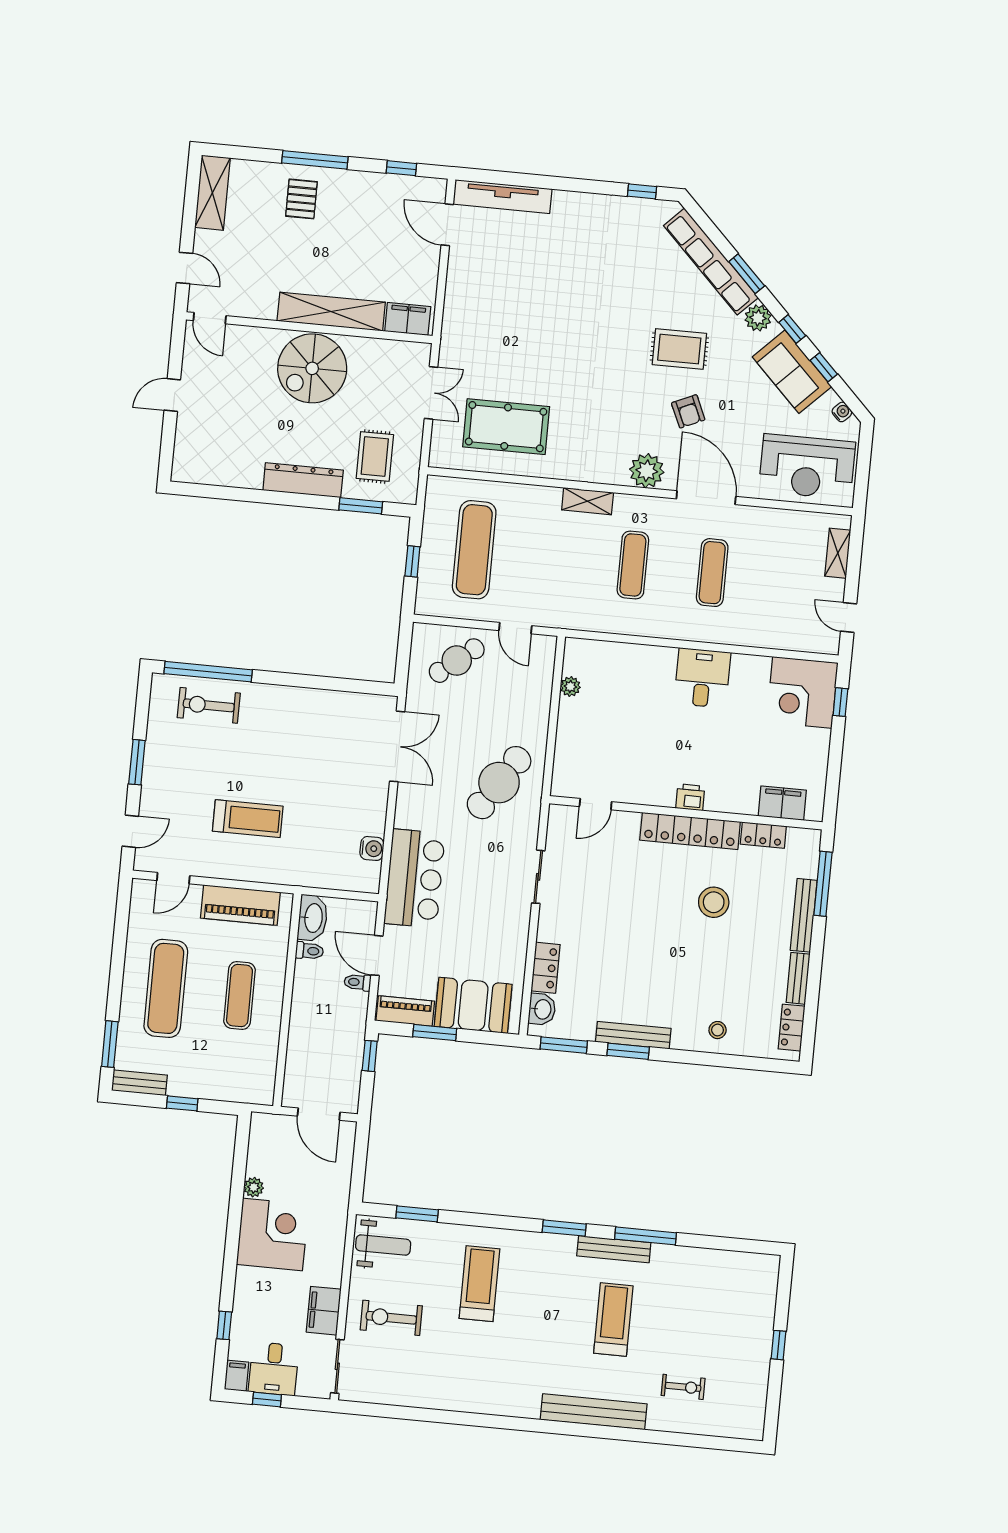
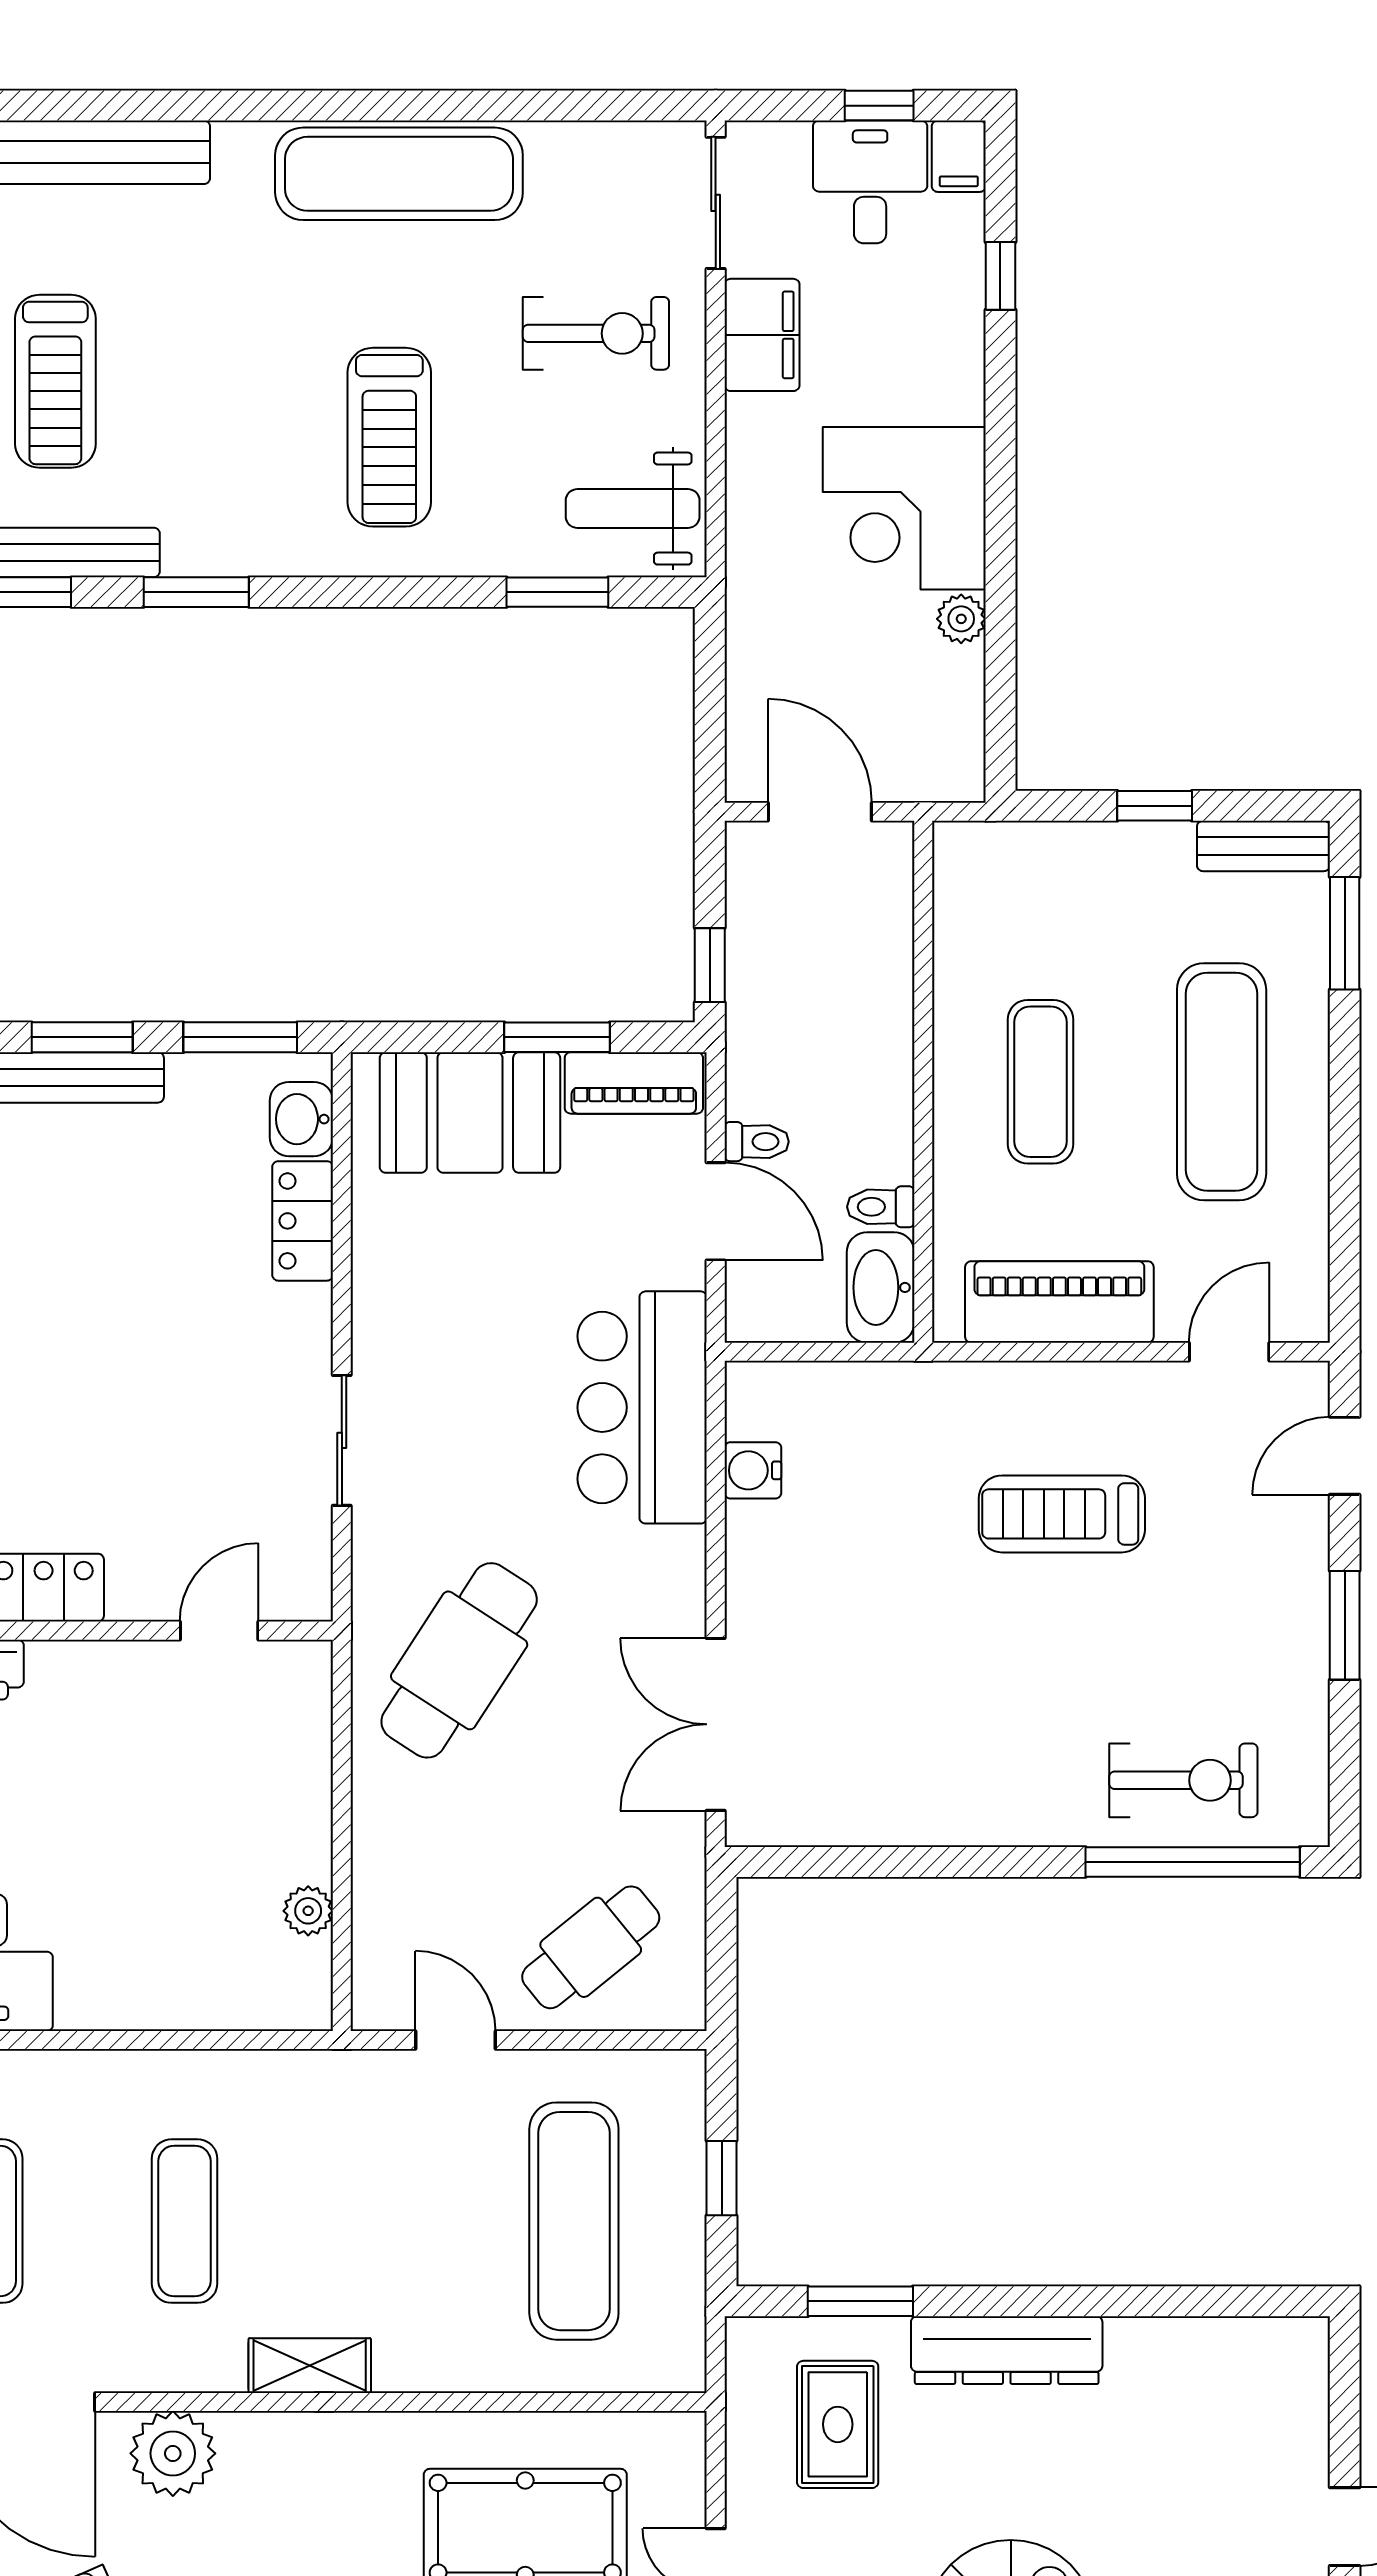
exercise mat: (465, 1391) -> (399, 174), added

